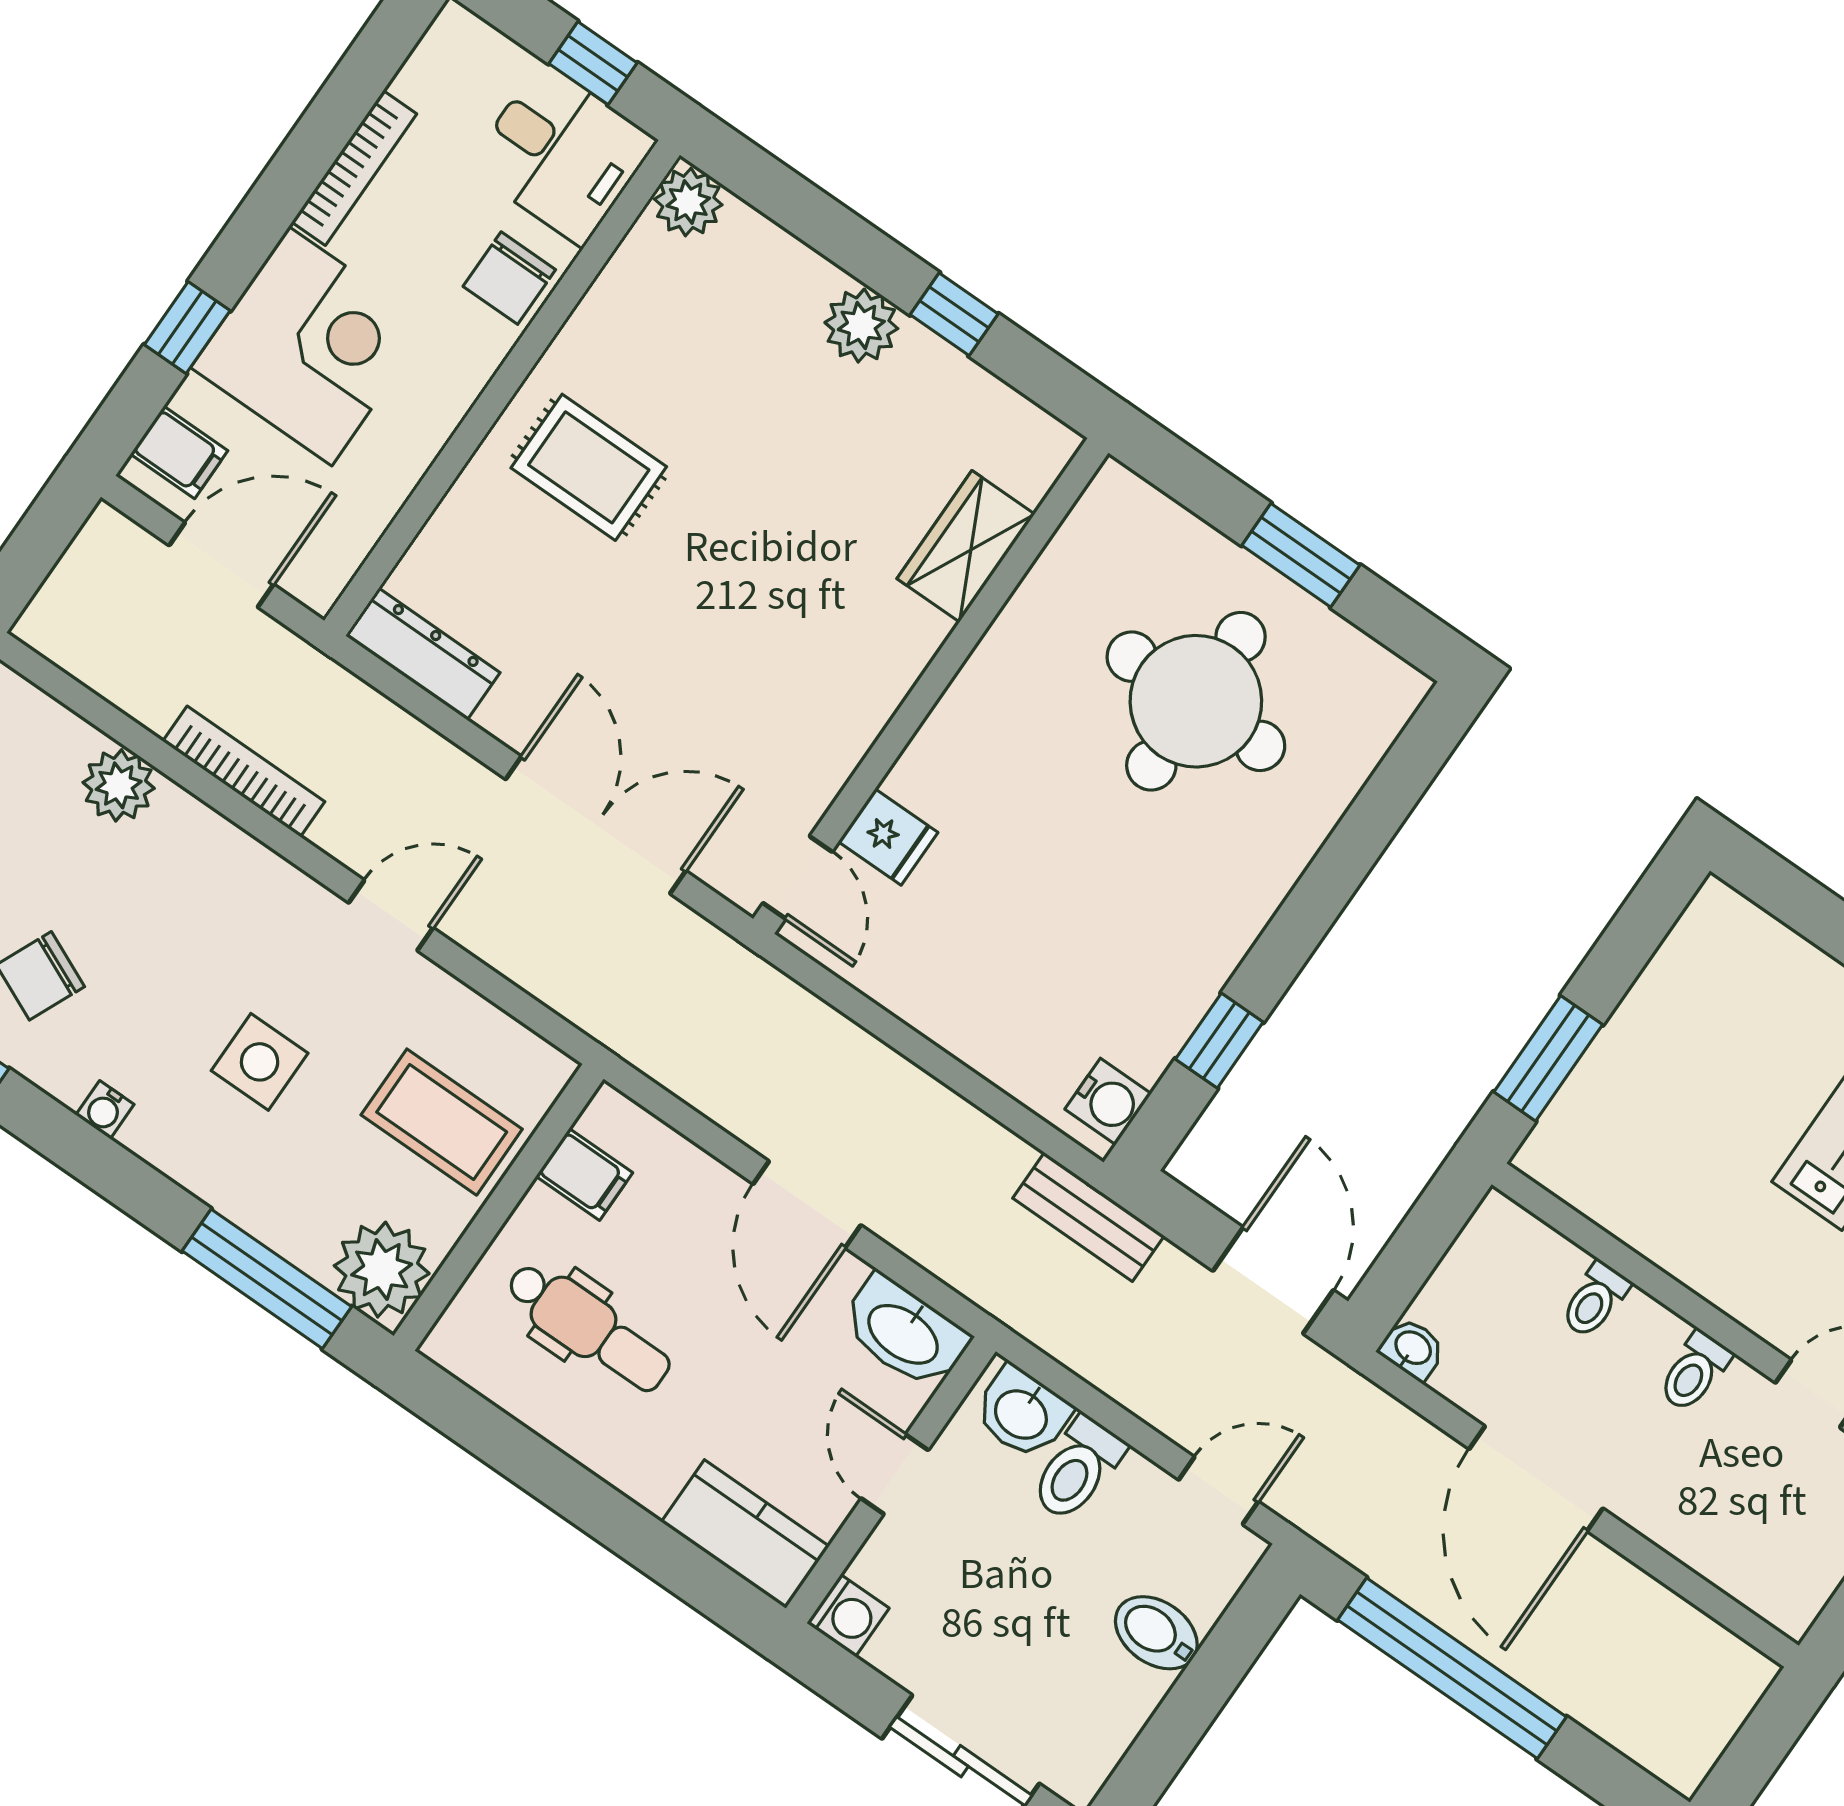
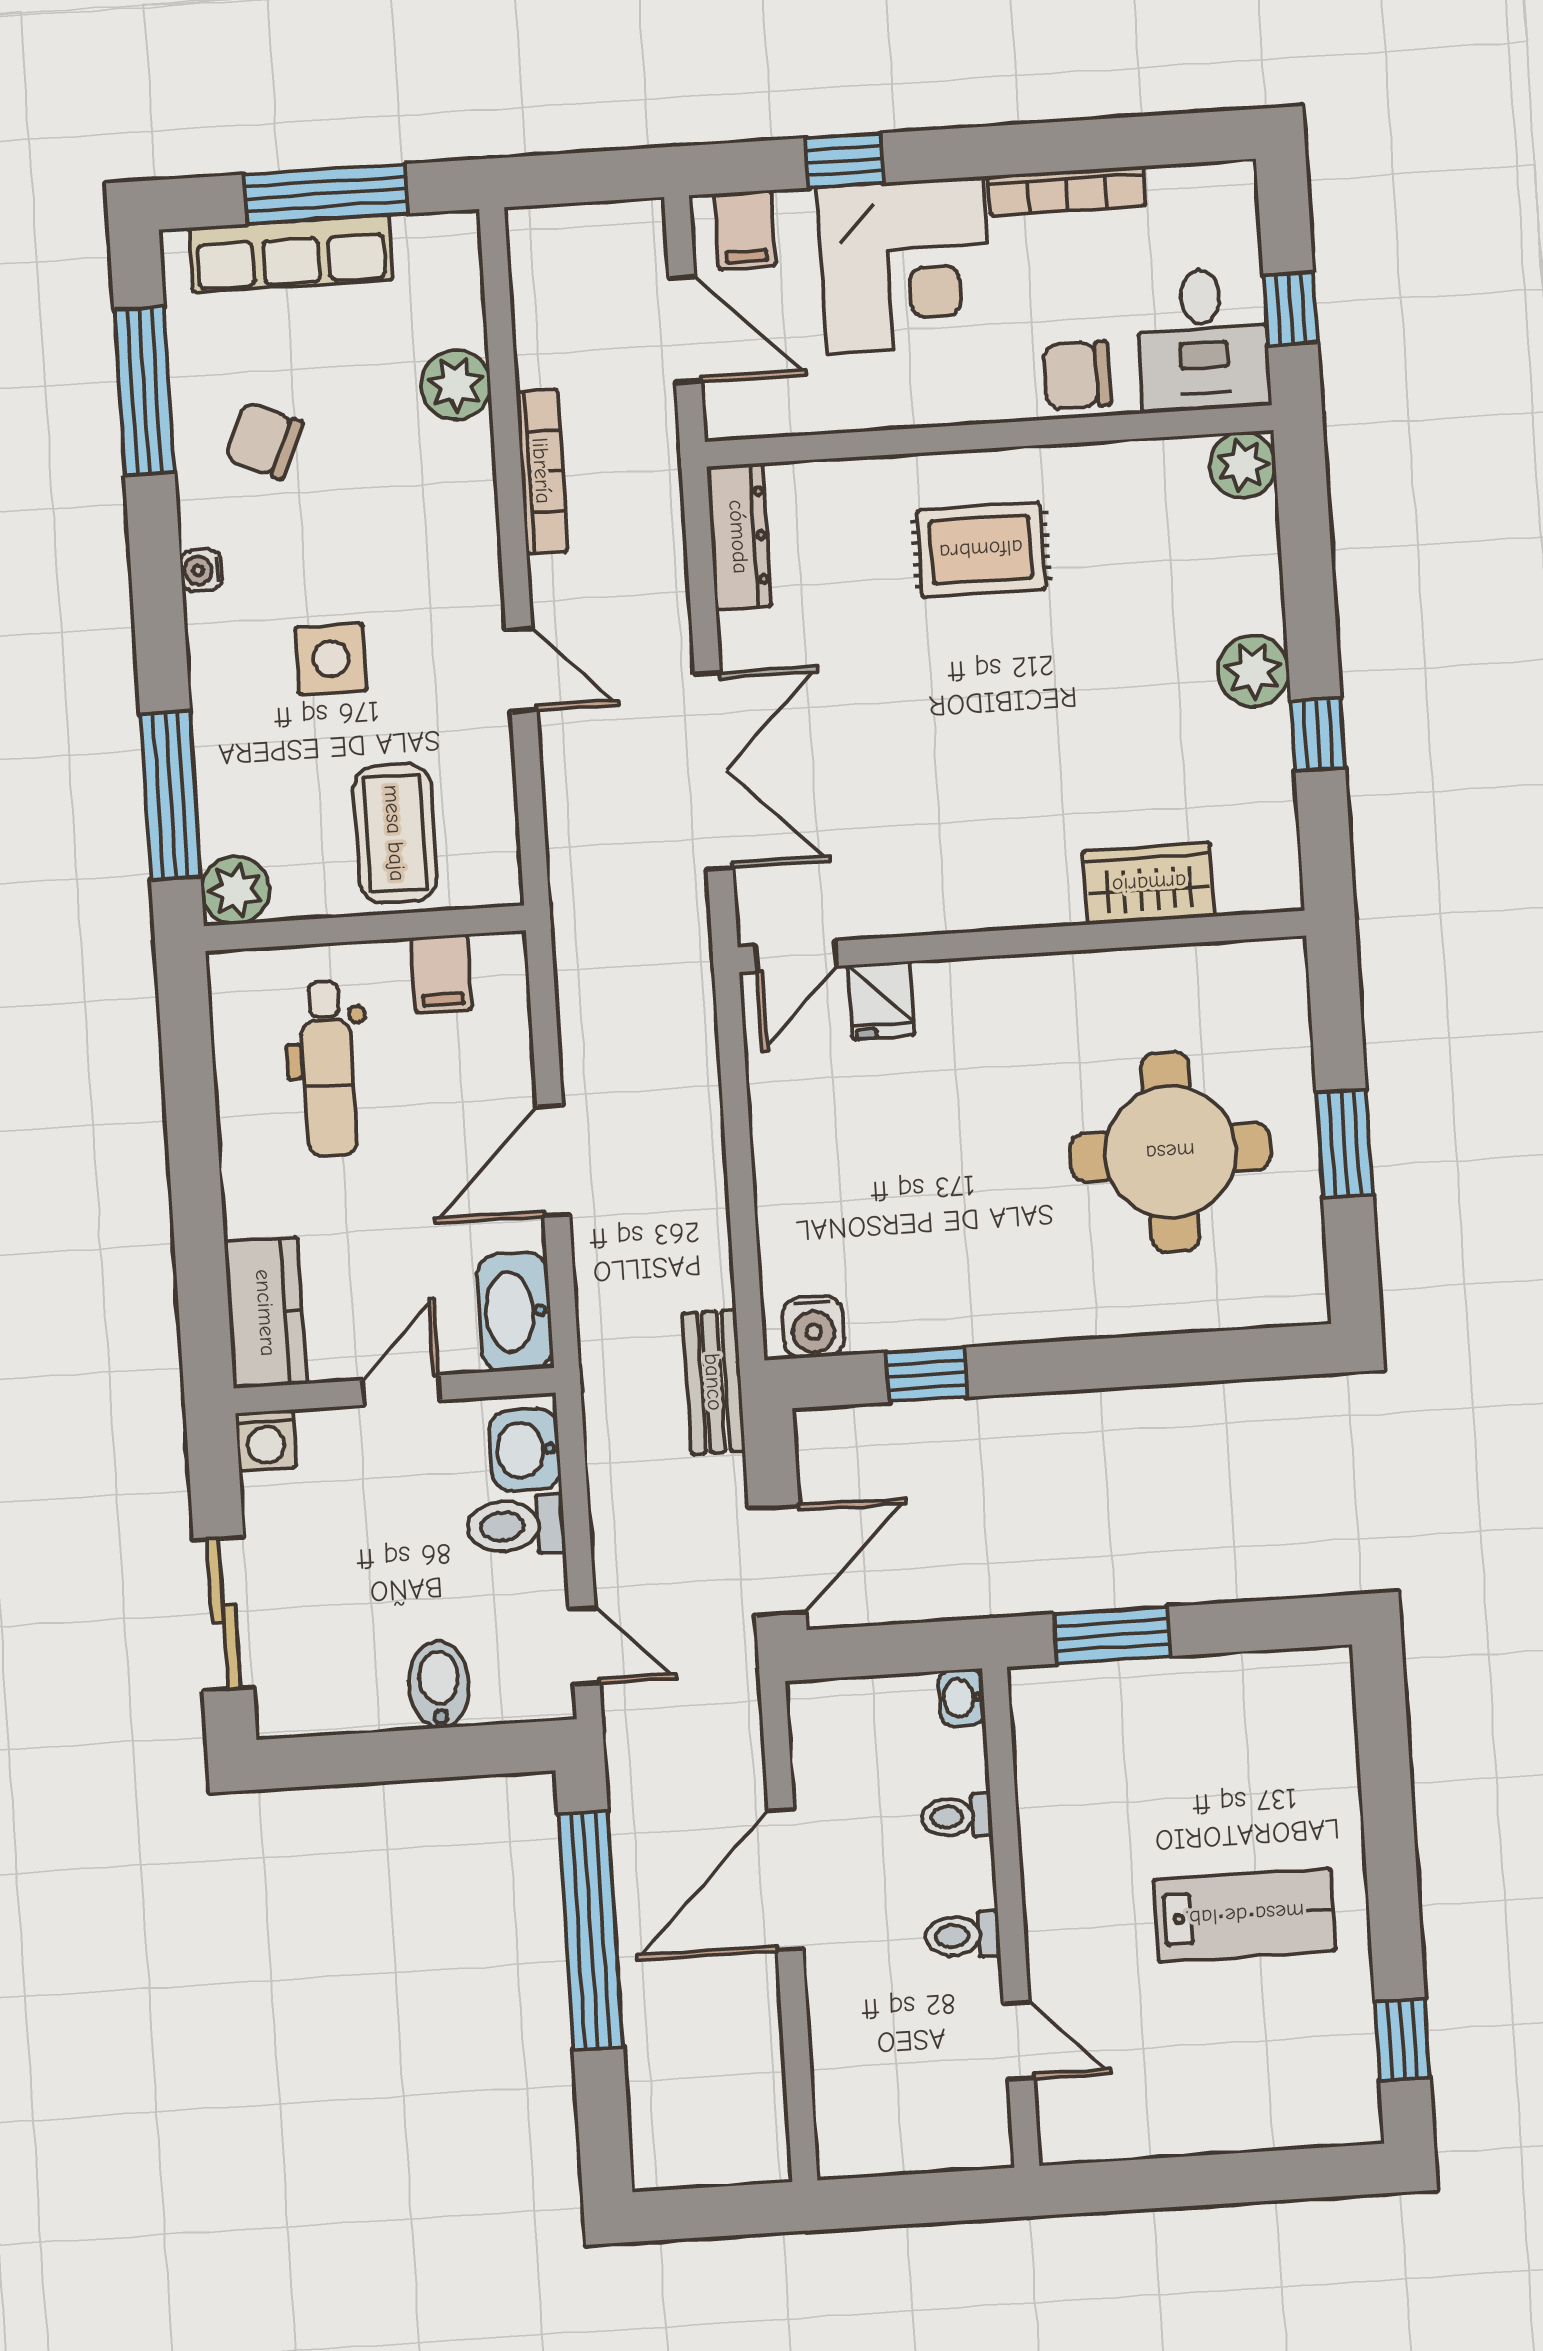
rug: (589, 467) -> (981, 550), turned 90
plant: (382, 1270) -> (235, 890), width x0.73, depth x0.73
washbasin: (1412, 1349) -> (961, 1698), moved, turned 180

